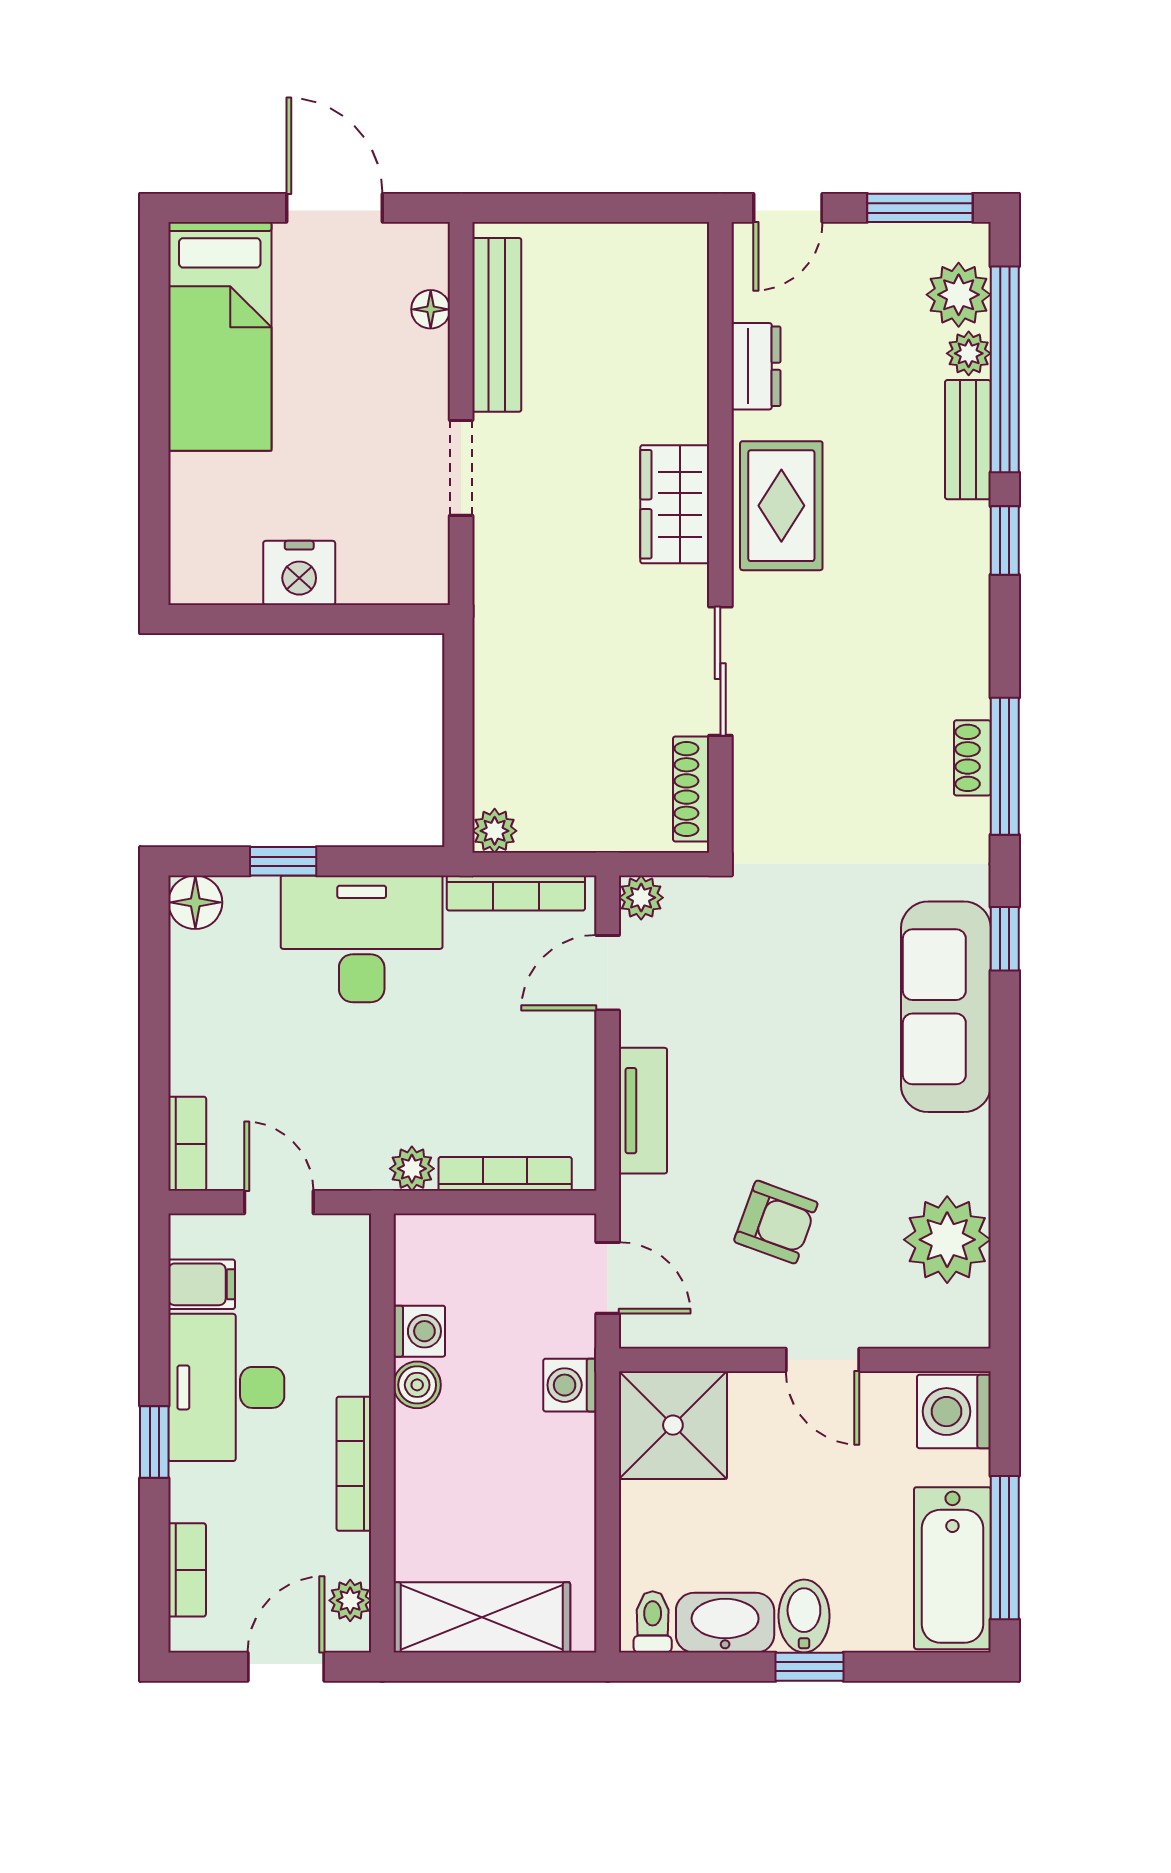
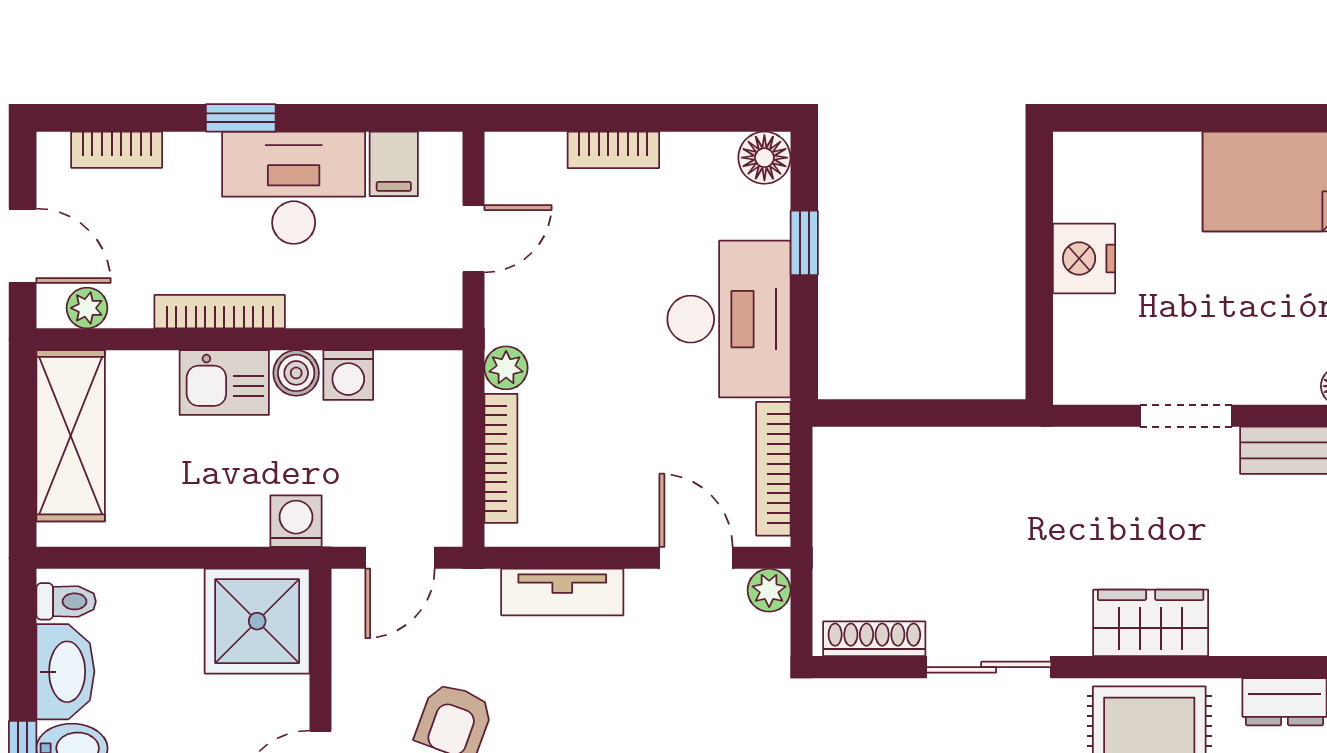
plant: (495, 831) -> (834, 448), removed
bookcase: (187, 1144) -> (613, 150), moved
kitchen sink: (427, 1459) -> (224, 383), added

